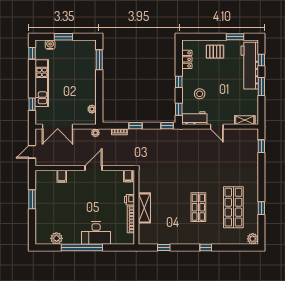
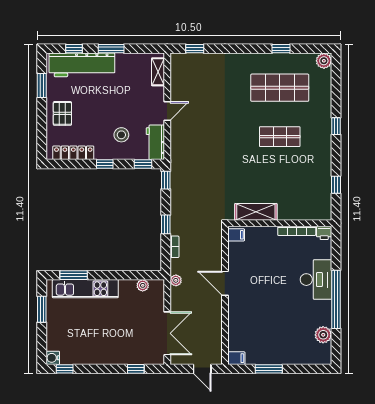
window: (63, 37) -> (42, 309), moved
water cooler: (50, 45) -> (53, 358), moved
locker: (187, 59) -> (73, 153), width x1.53
kitchen unit: (42, 83) -> (85, 289), moved, turned 180
filing cabinet: (62, 176) -> (236, 358), moved
printer: (129, 200) -> (324, 233), moved
shelving: (144, 208) -> (256, 212), moved

